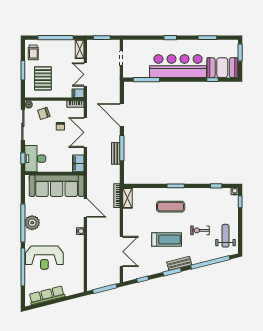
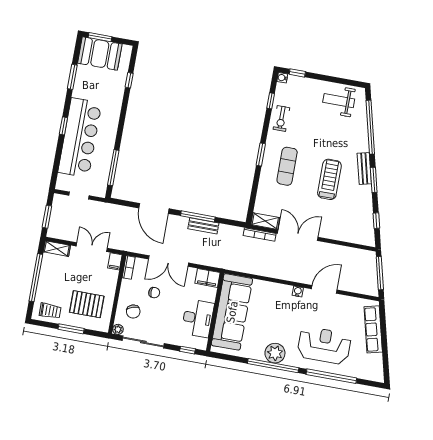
bar counter: (178, 66) -> (80, 138), moved, turned 180
booth: (222, 68) -> (100, 54), moved, turned 90
double door: (85, 74) -> (92, 247), swing flipped
door: (122, 115) -> (154, 208), hinge flipped
desk: (35, 159) -> (198, 318), moved, turned -90
door: (85, 208) -> (324, 289), moved
exercise bike: (200, 230) -> (281, 118), moved
double door: (121, 252) -> (298, 235), moved
reception desk: (44, 258) -> (324, 345), turned -90
row of seats: (47, 295) -> (373, 329), moved

